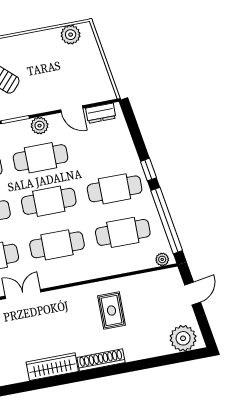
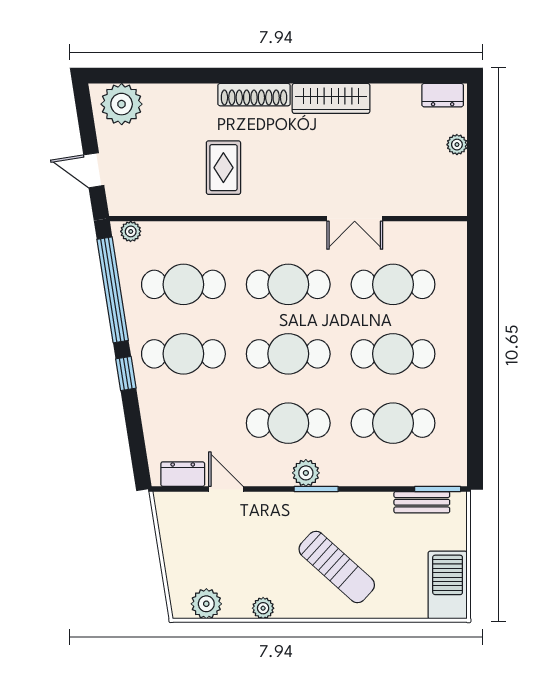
plant: (34, 39) -> (263, 608), added
plant: (40, 126) -> (306, 473), moved
door: (193, 294) -> (94, 170), hinge flipped

